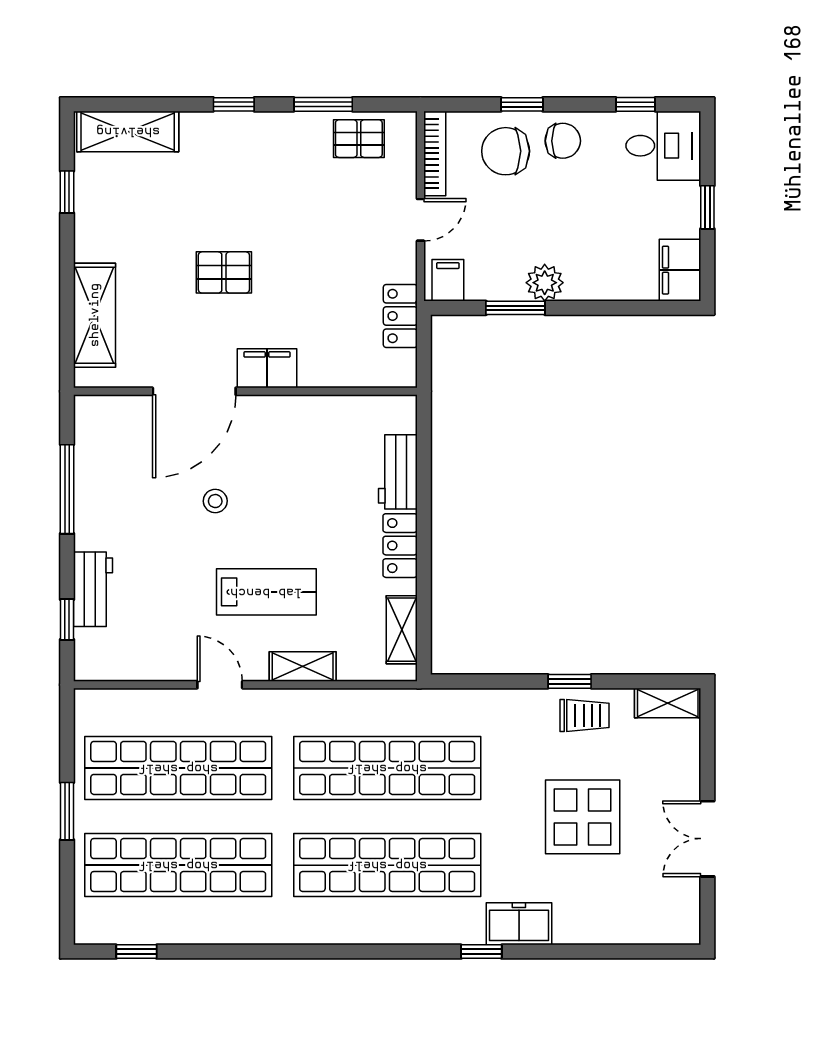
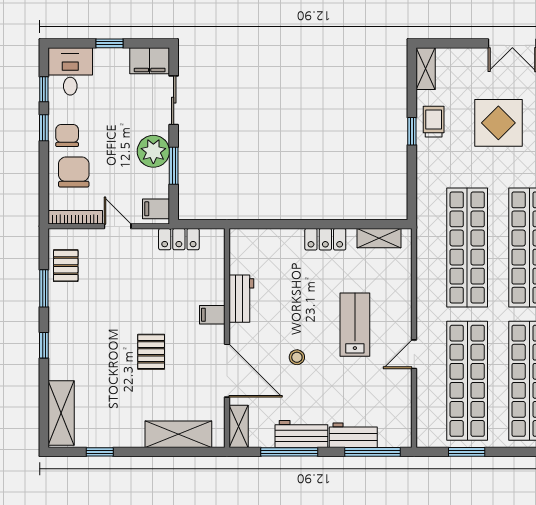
window: (522, 104) -> (44, 128), moved
chair: (506, 151) -> (74, 172), turned 180
plant: (545, 283) -> (153, 151), width x1.36, depth x1.36
sliding door: (618, 308) -> (174, 100), added
filing cabinet: (267, 368) -> (212, 315), width x0.50
workbench: (398, 472) -> (241, 299), moved, turned -90
workbench: (95, 508) -> (301, 434), added
window: (67, 620) -> (372, 452), width x2.17
shelving: (303, 666) -> (239, 426), moved
window: (67, 811) -> (467, 452), moved

